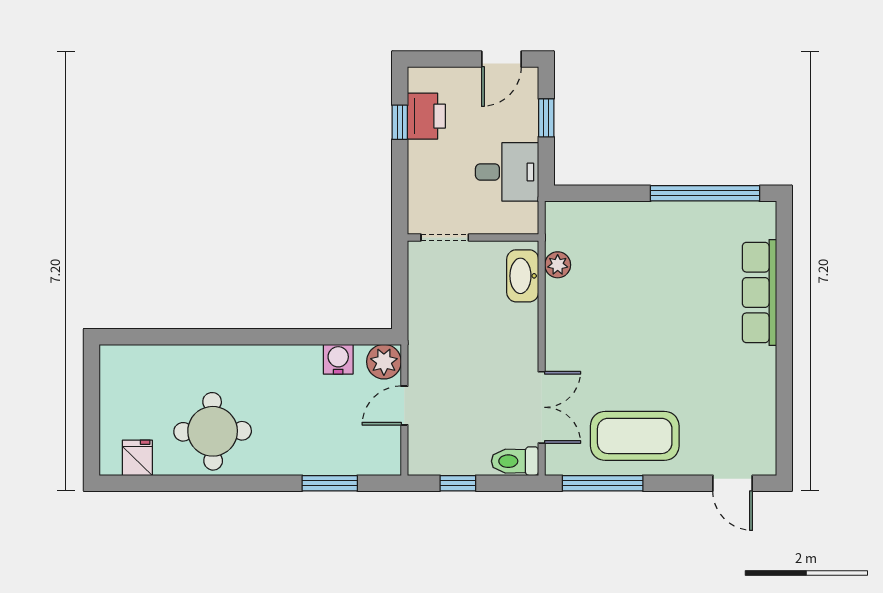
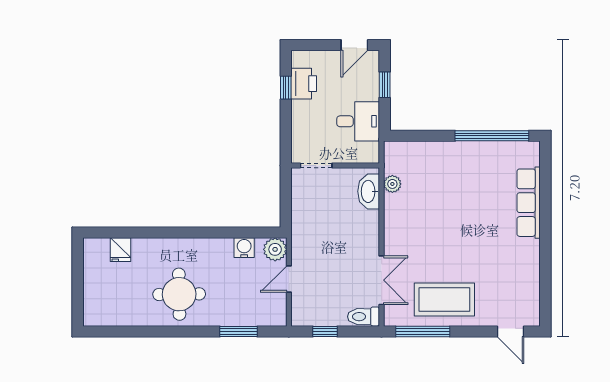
round table: (213, 431) -> (179, 294), moved
fridge: (137, 458) -> (120, 250), moved, turned 180

